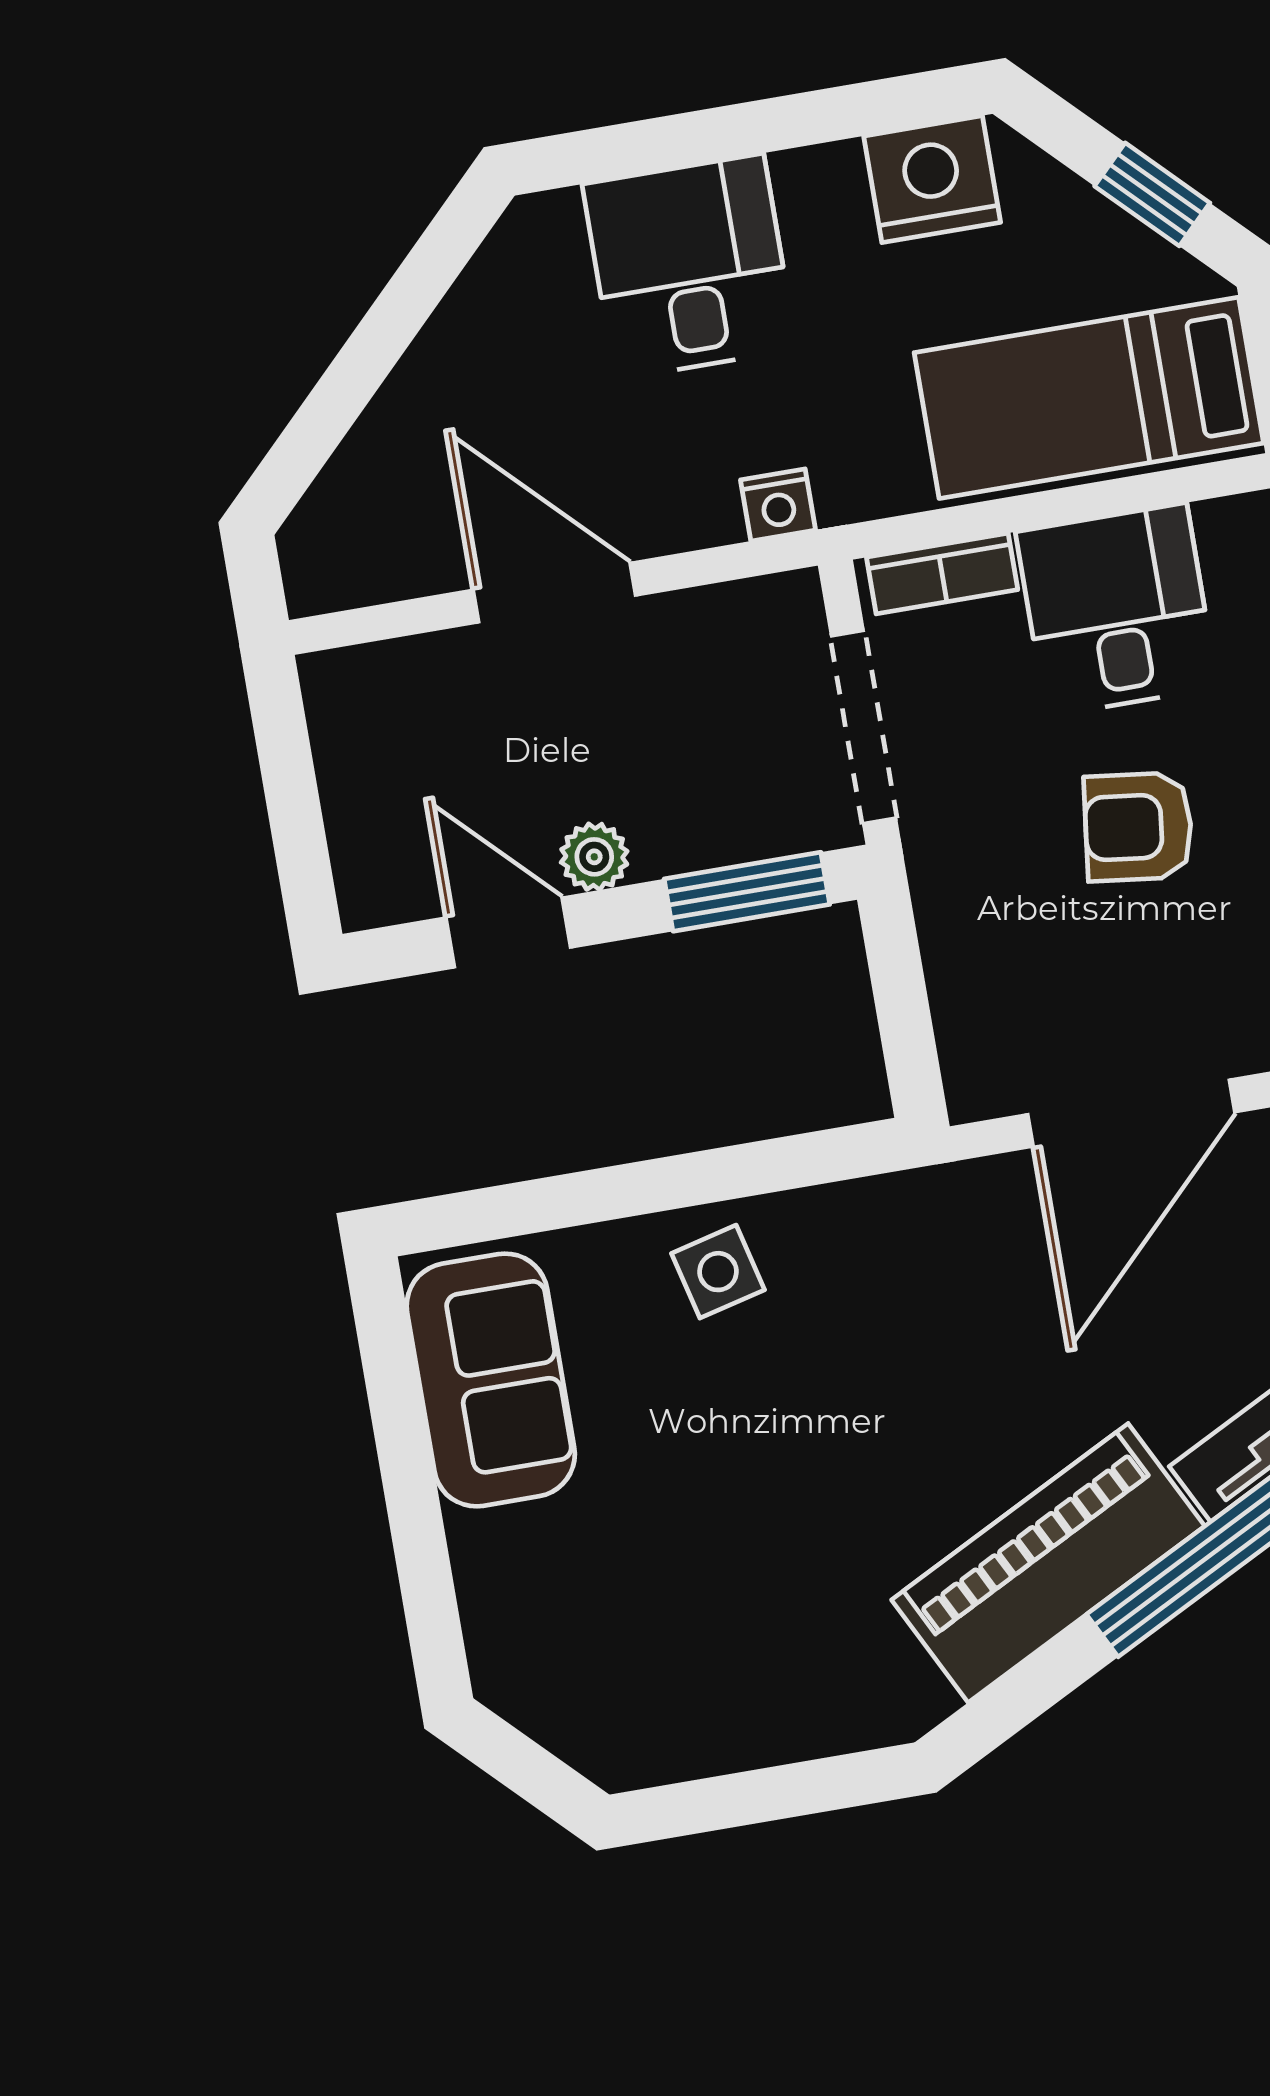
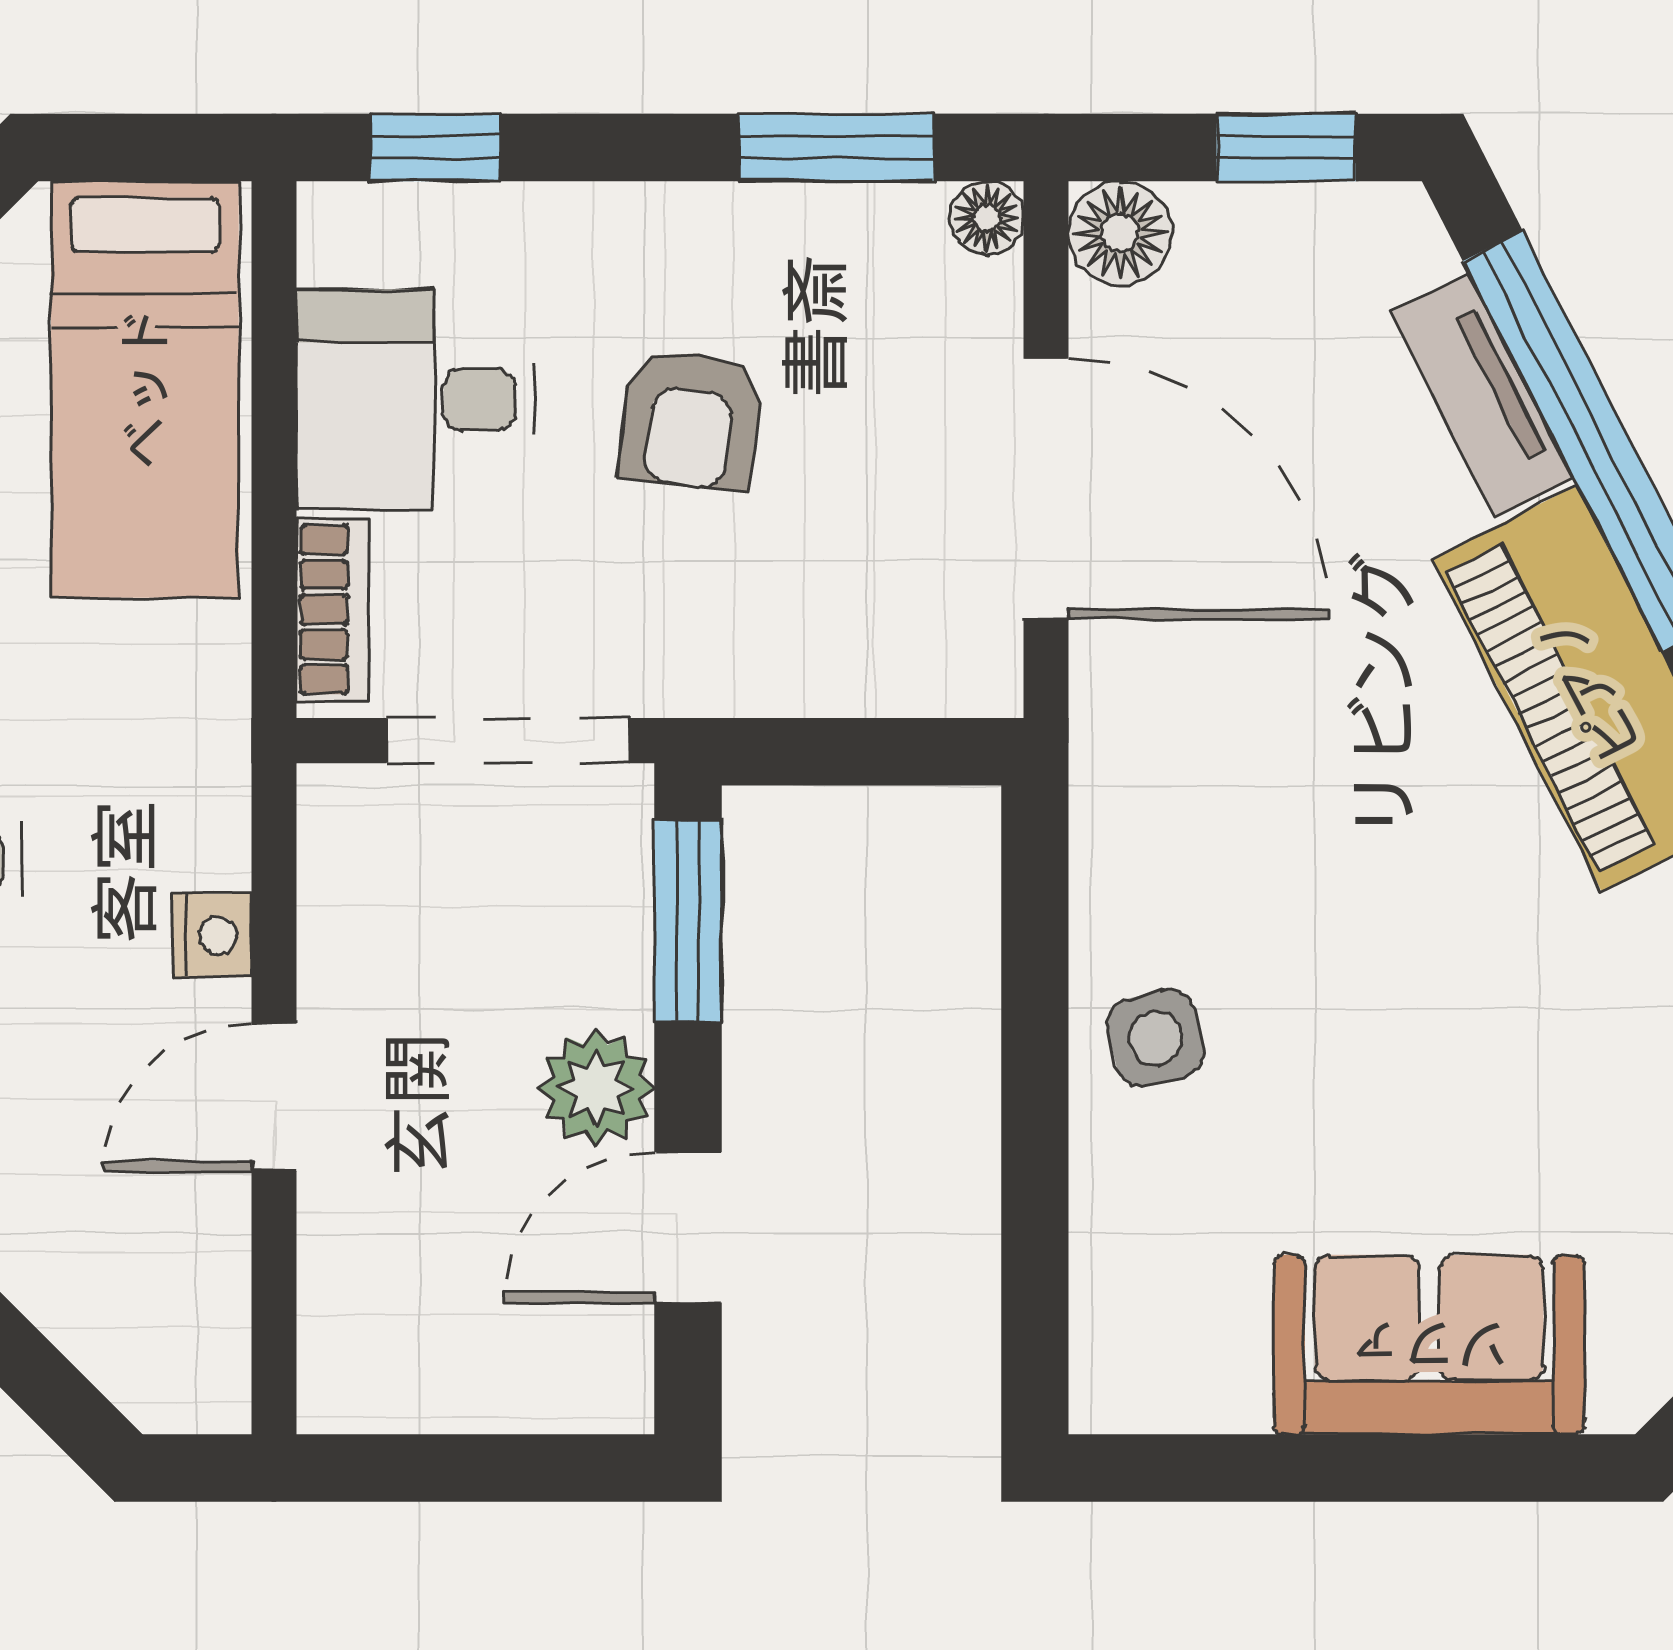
nightstand: (778, 505) -> (212, 935), moved
door: (554, 593) -> (274, 1097), width x0.73
plant: (594, 857) -> (596, 1088), width x1.38, depth x1.38
sofa: (491, 1380) -> (1429, 1345), moved

